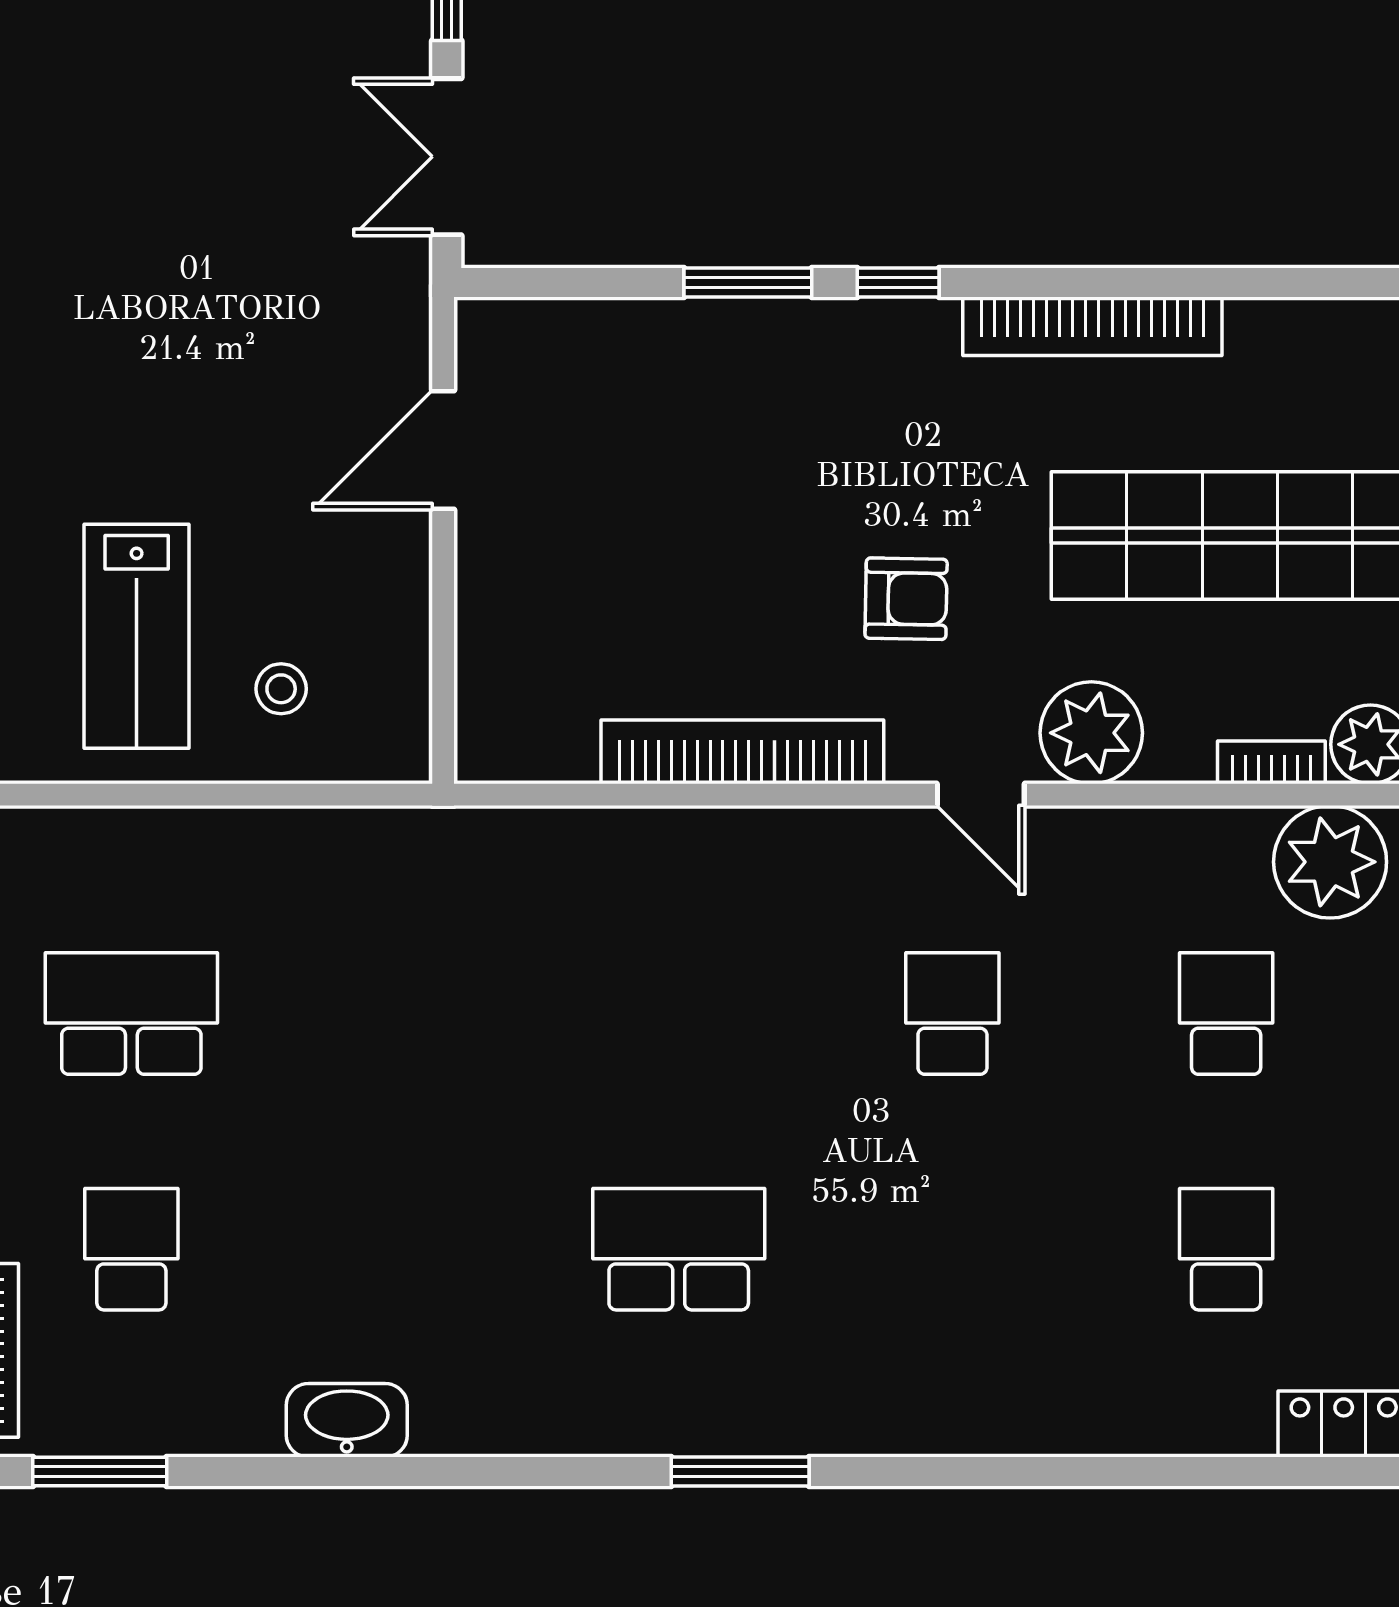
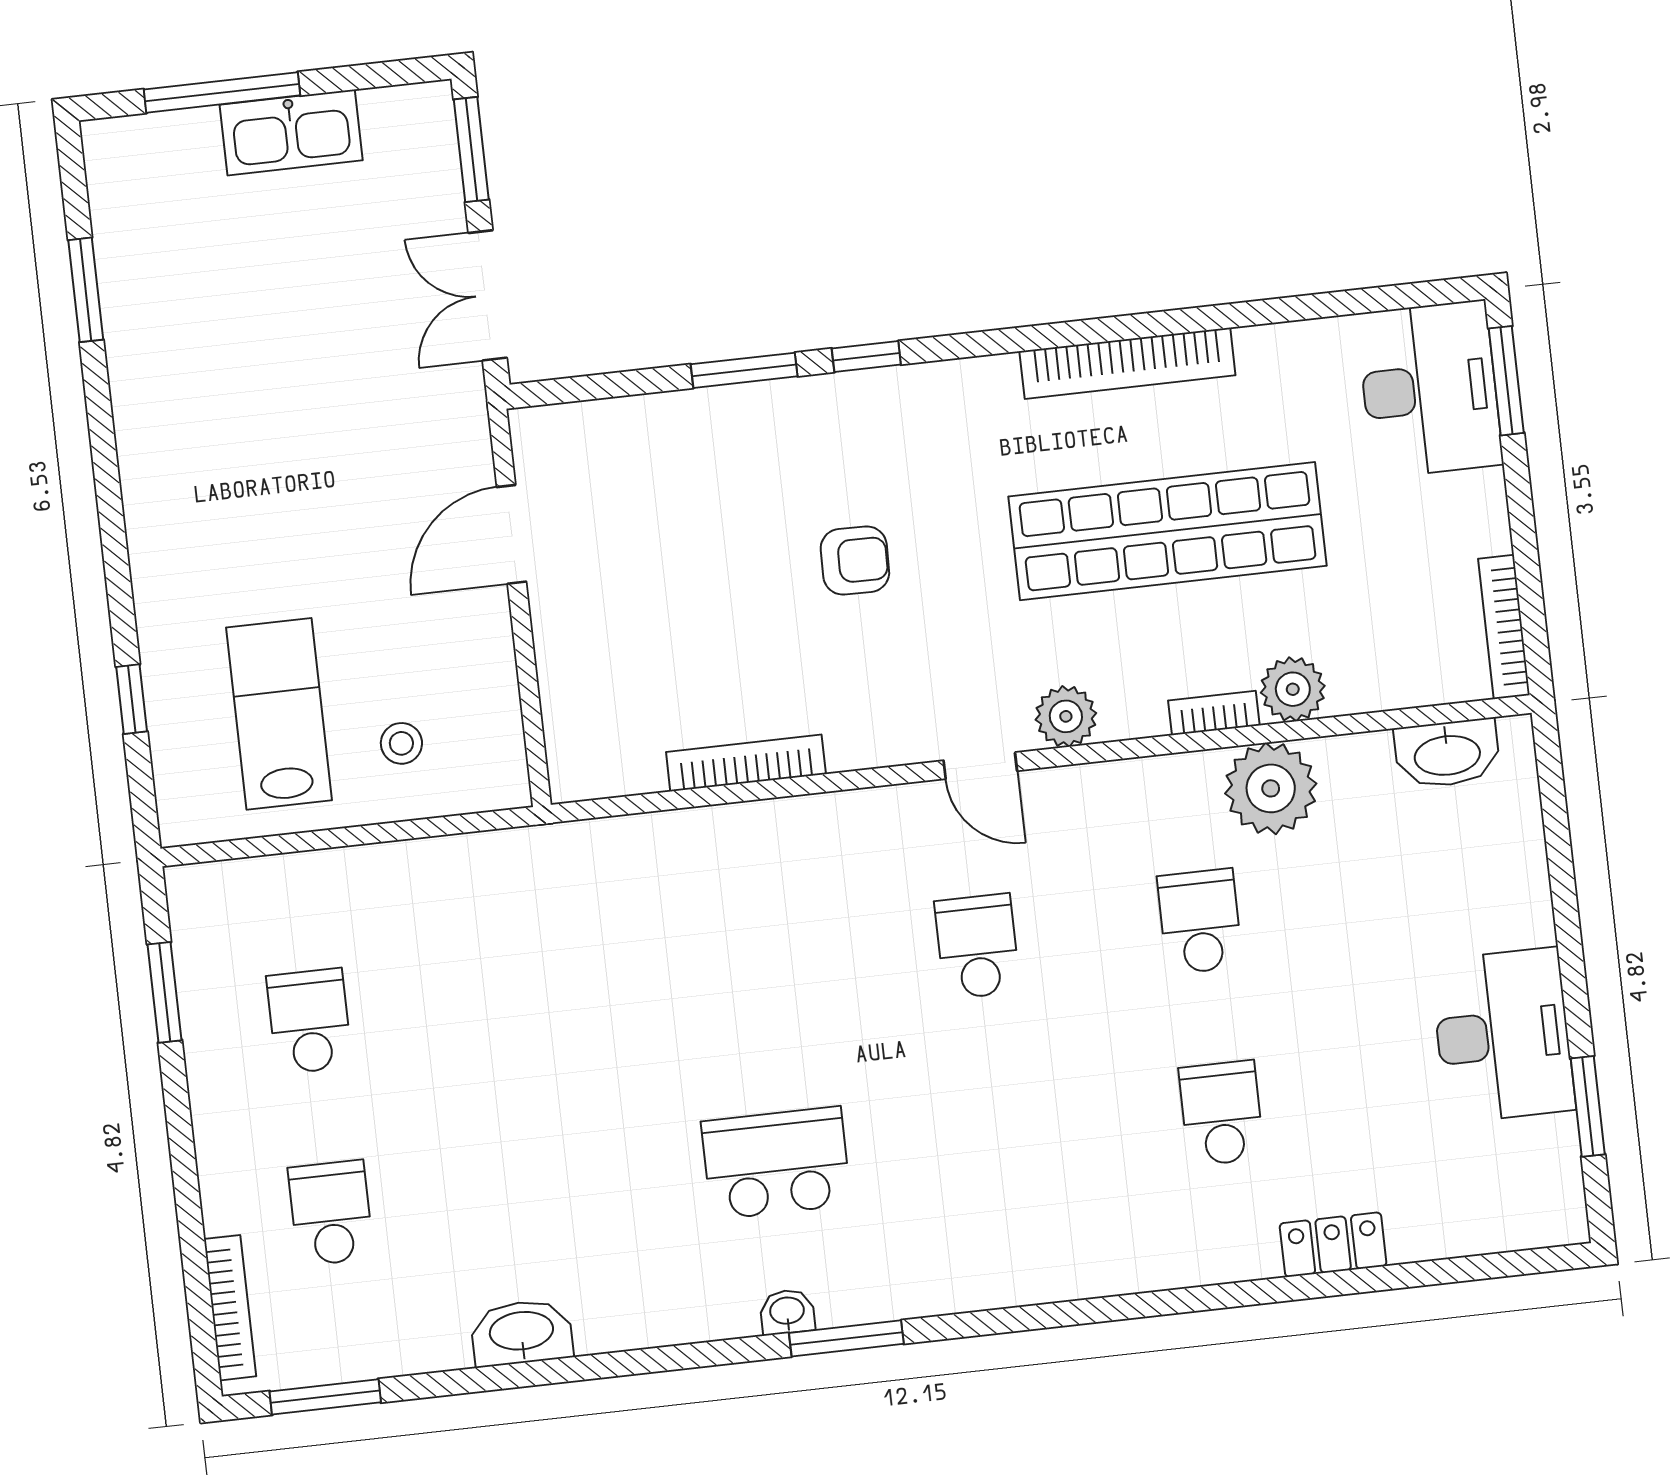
bookcase: (1092, 326) -> (1127, 363), moved
armchair: (906, 599) -> (855, 560), moved
lab bench: (137, 636) -> (279, 714), turned 180
plant: (1091, 733) -> (1066, 716), width x0.73, depth x0.73
bookcase: (742, 752) -> (746, 763), width x0.68, depth x0.76
school desk: (131, 1013) -> (309, 1021), width x0.54
washbasin: (672, 1431) -> (787, 1312), added

